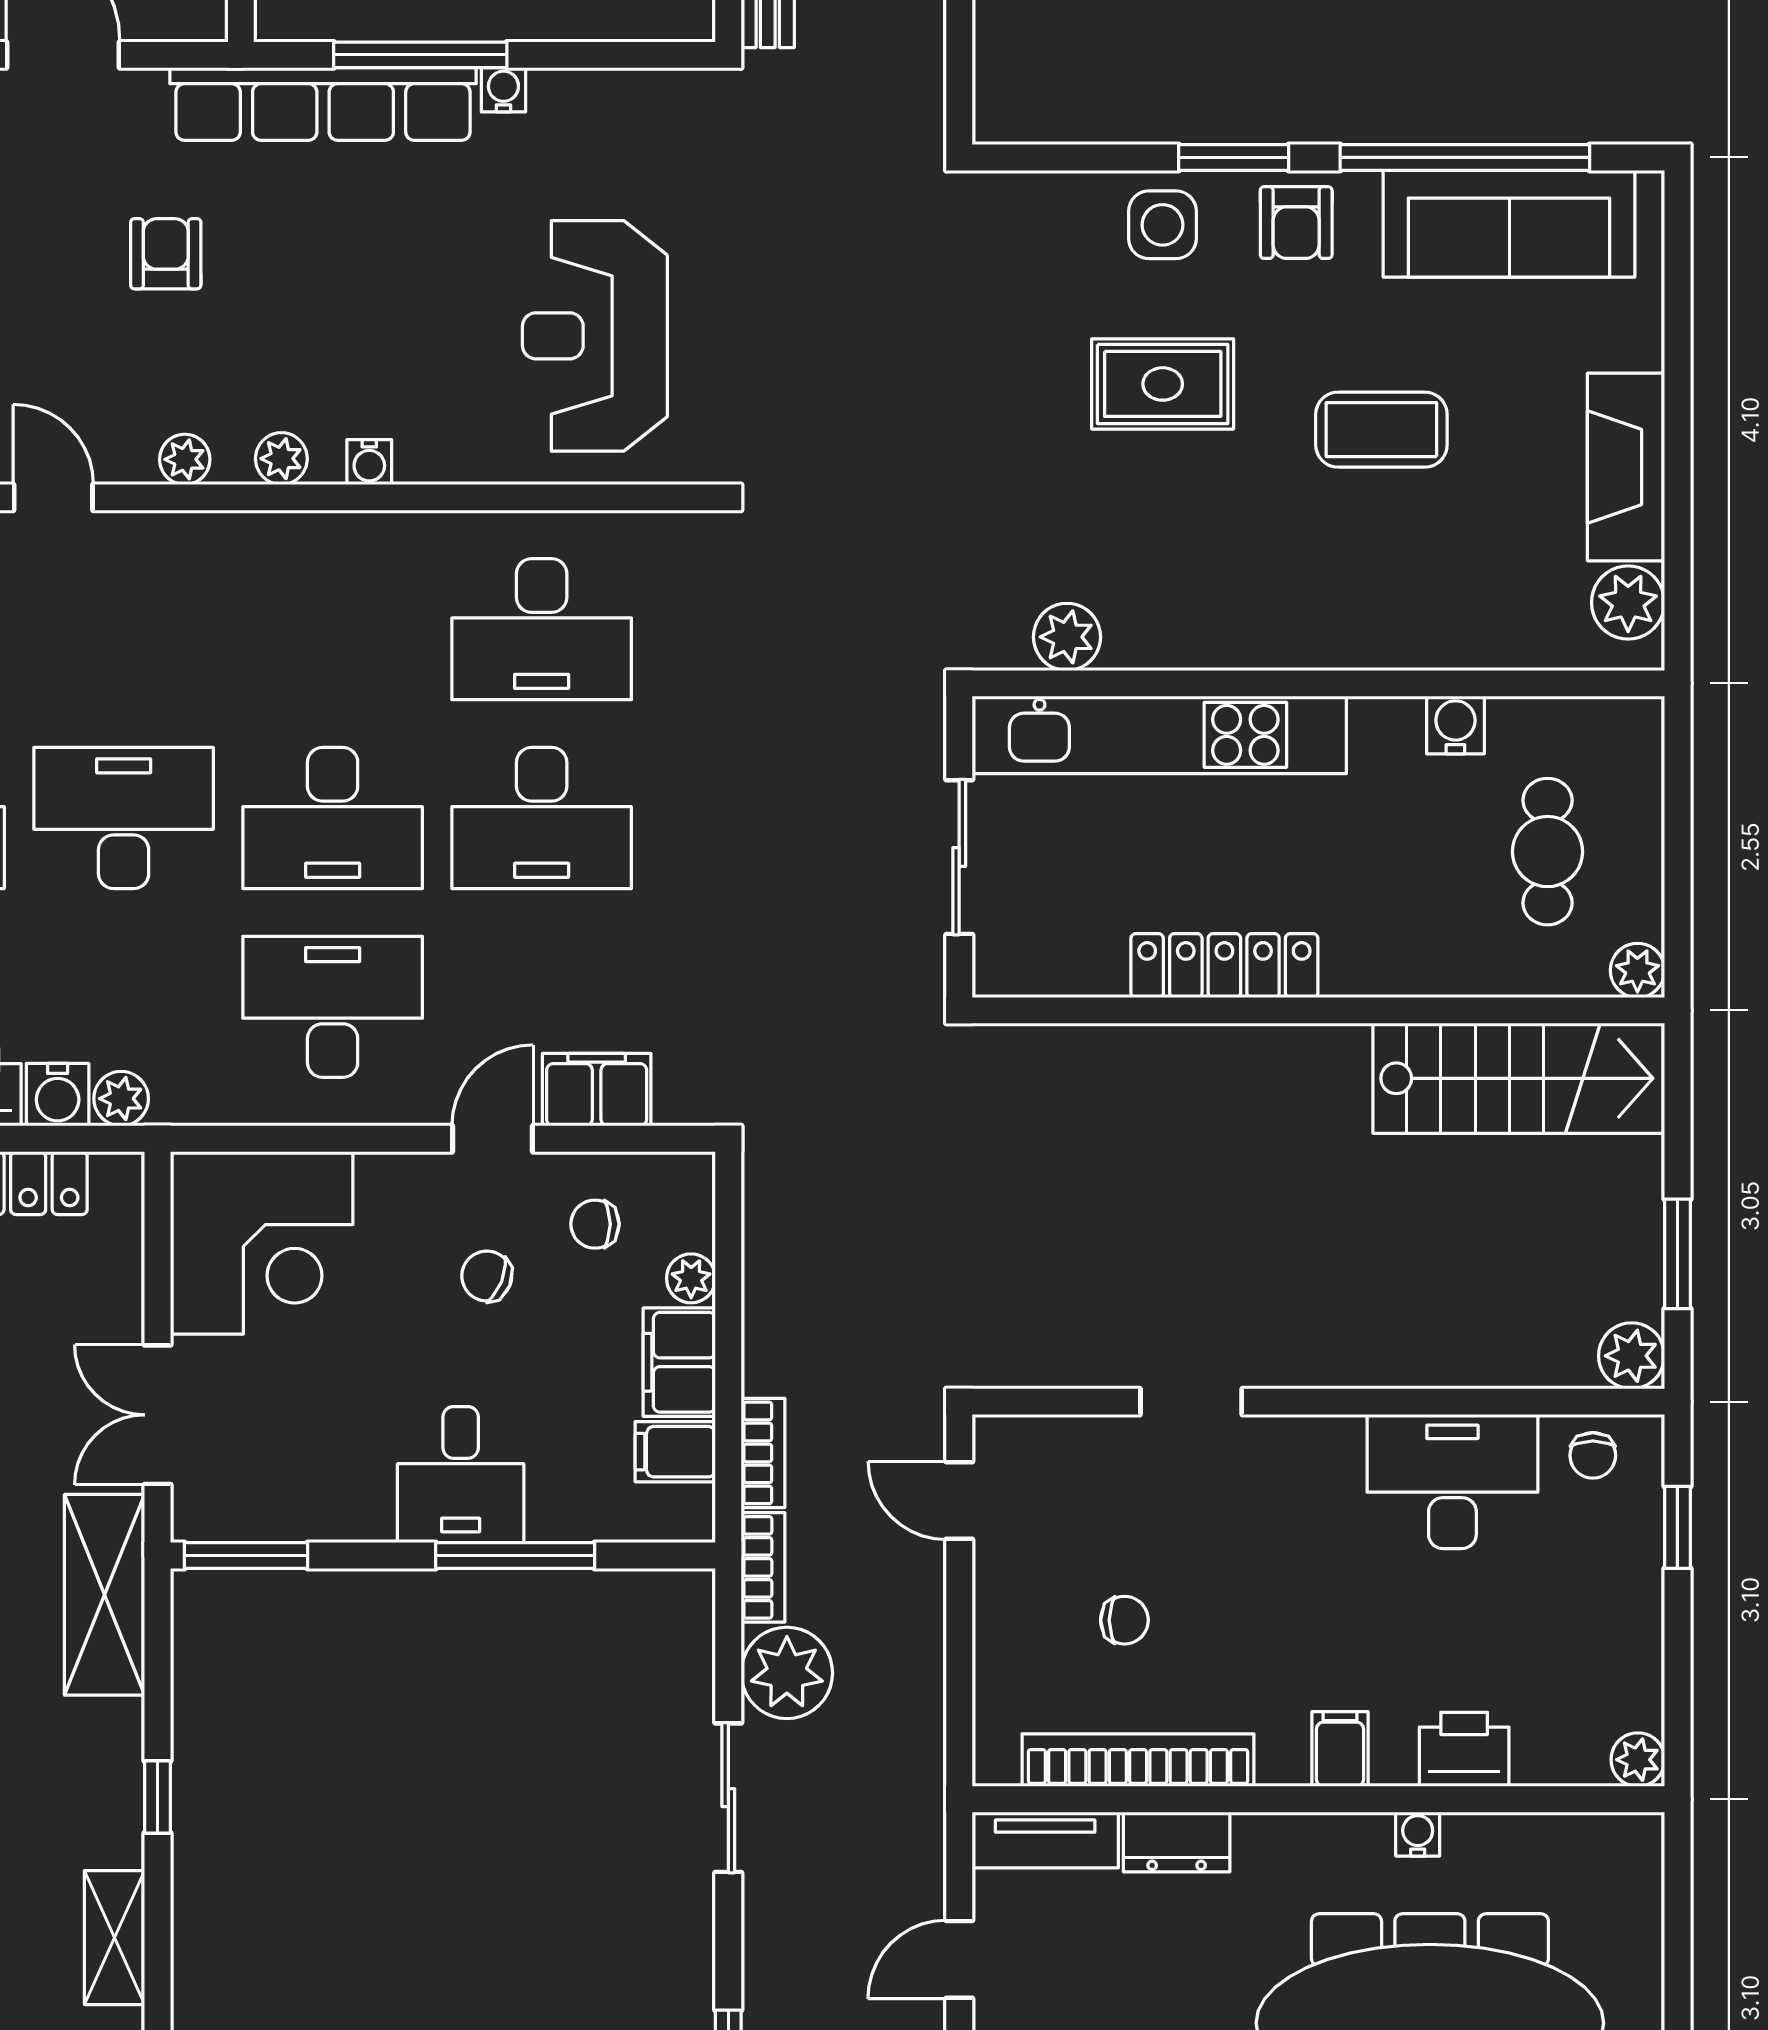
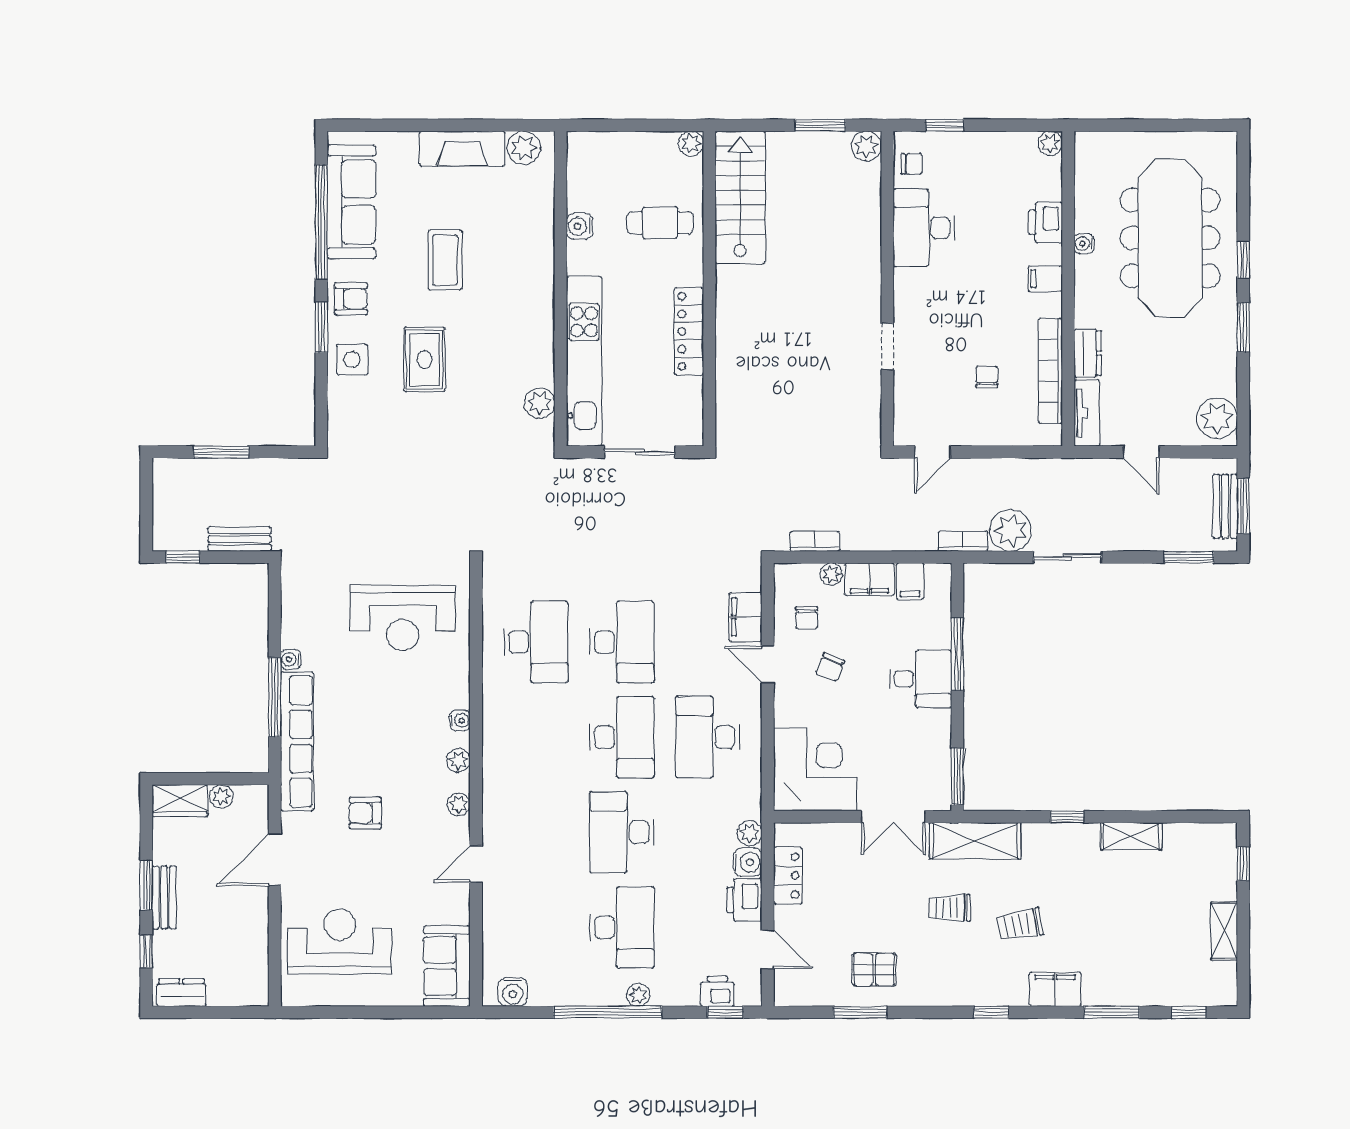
cafe table: (1548, 852) -> (660, 223), moved
bookcase: (763, 1453) -> (815, 541), moved

